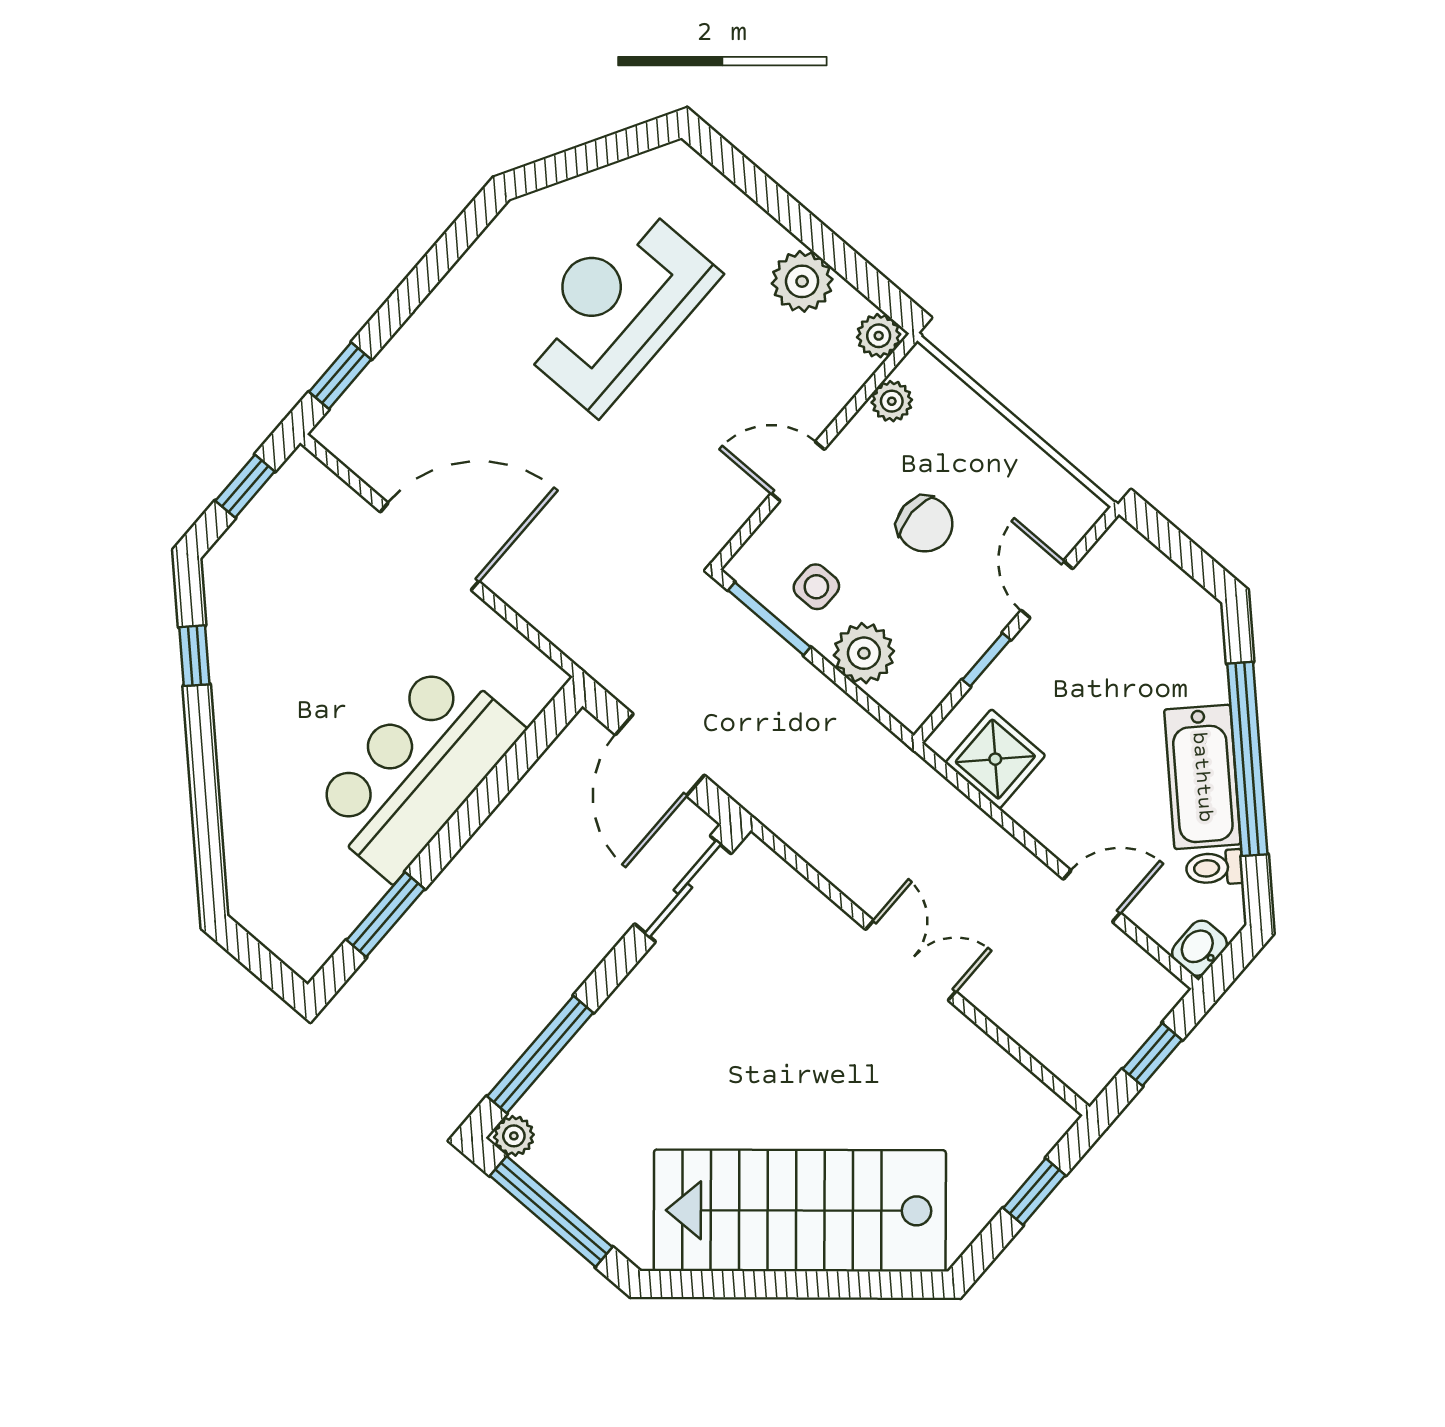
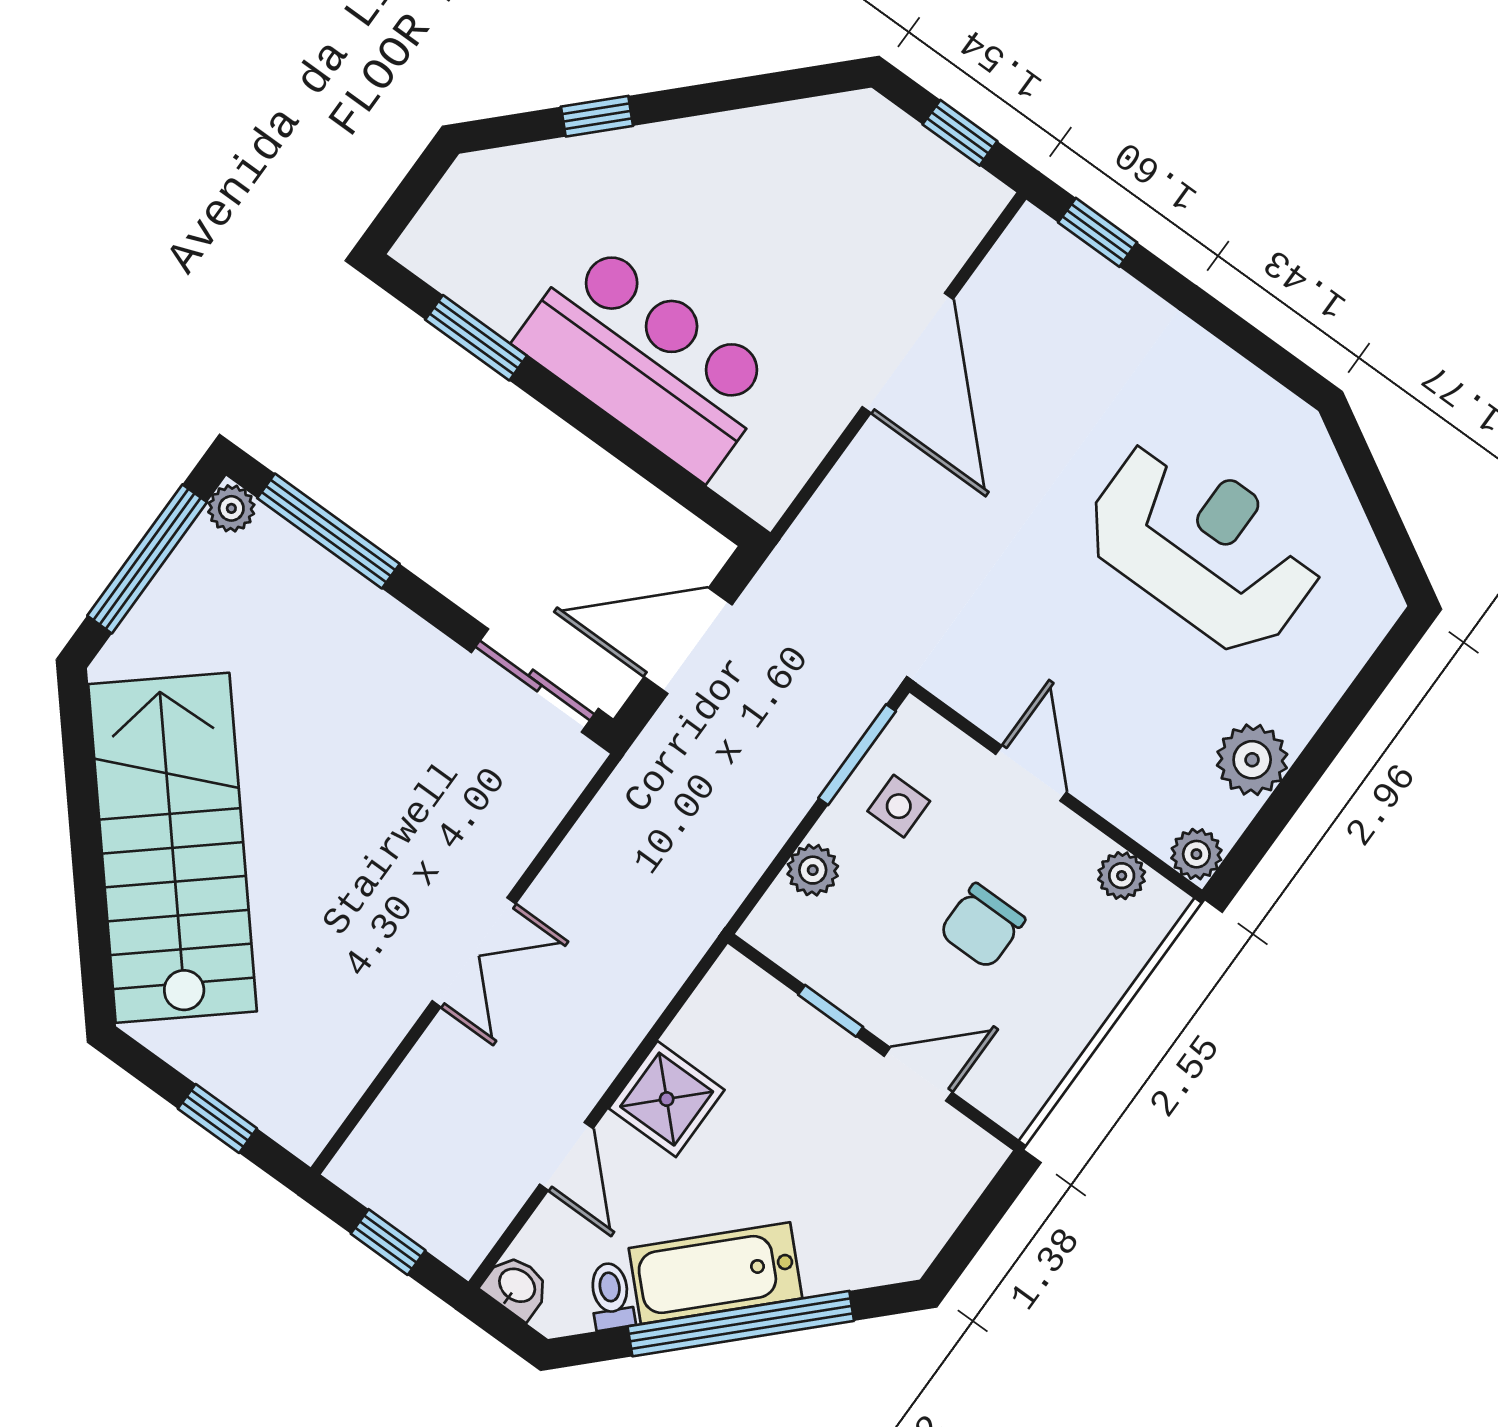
plant: (864, 653) -> (813, 870), width x0.73, depth x0.73
window: (194, 656) -> (597, 116), moved
shower: (995, 759) -> (667, 1099), moved

